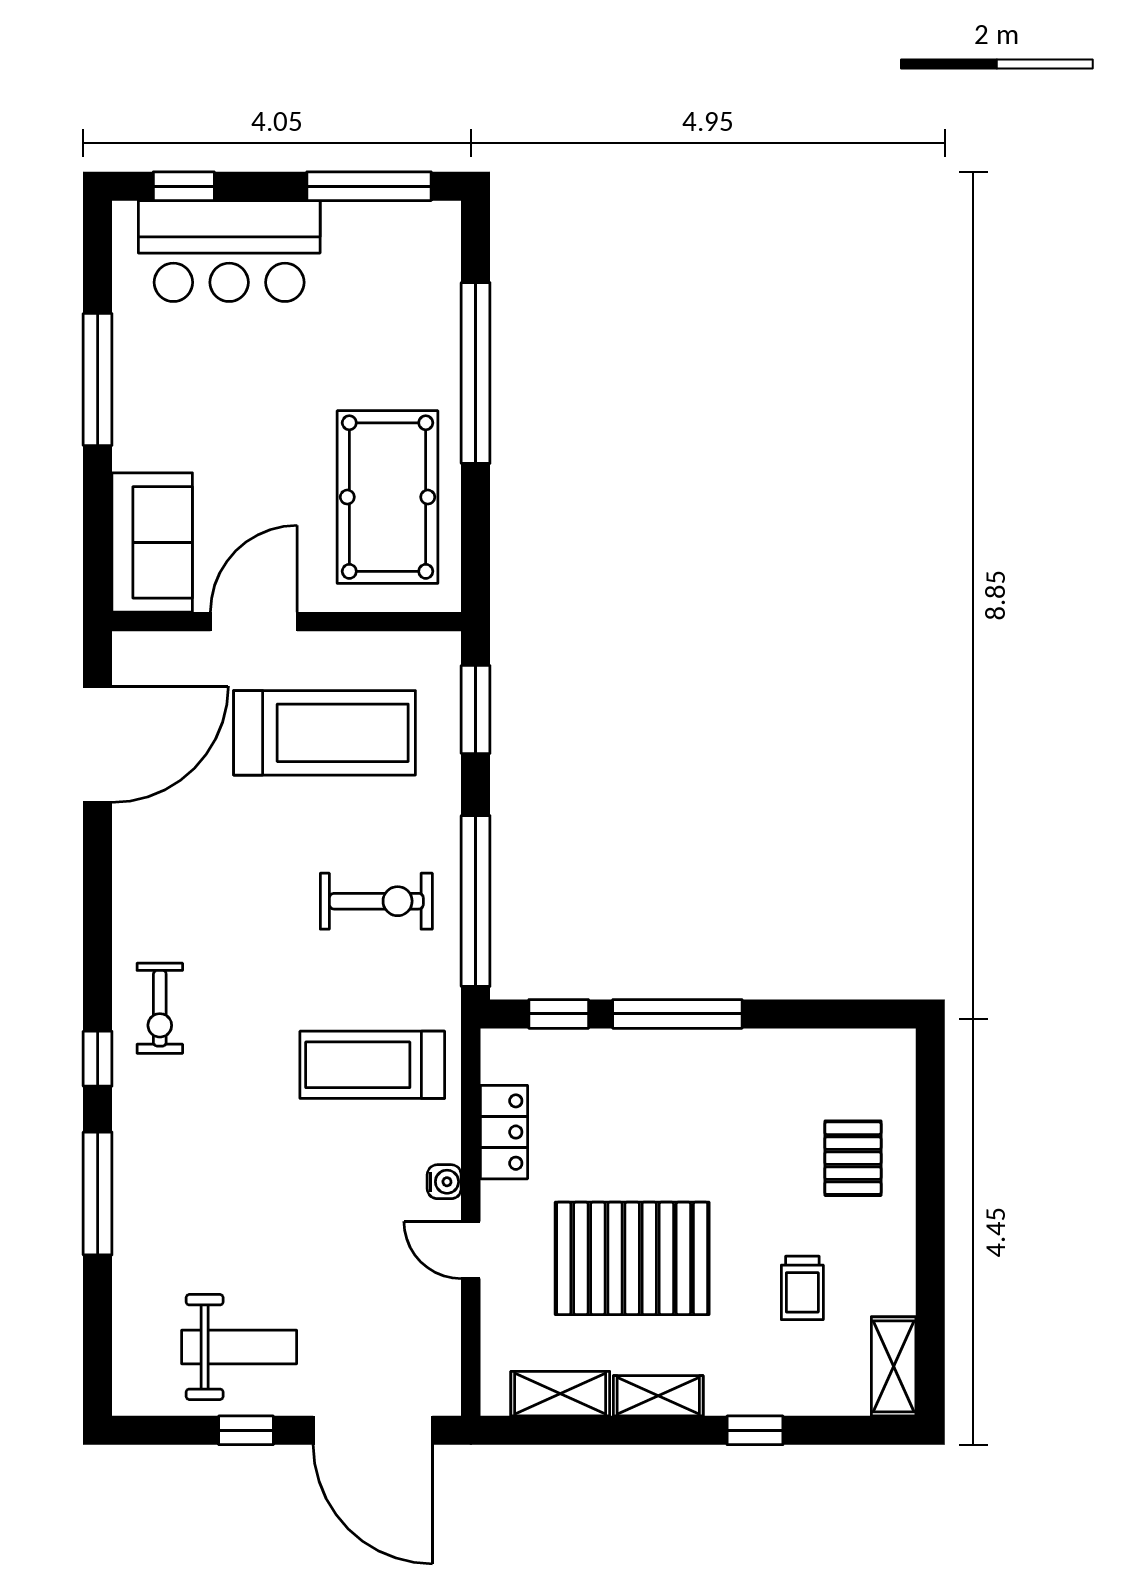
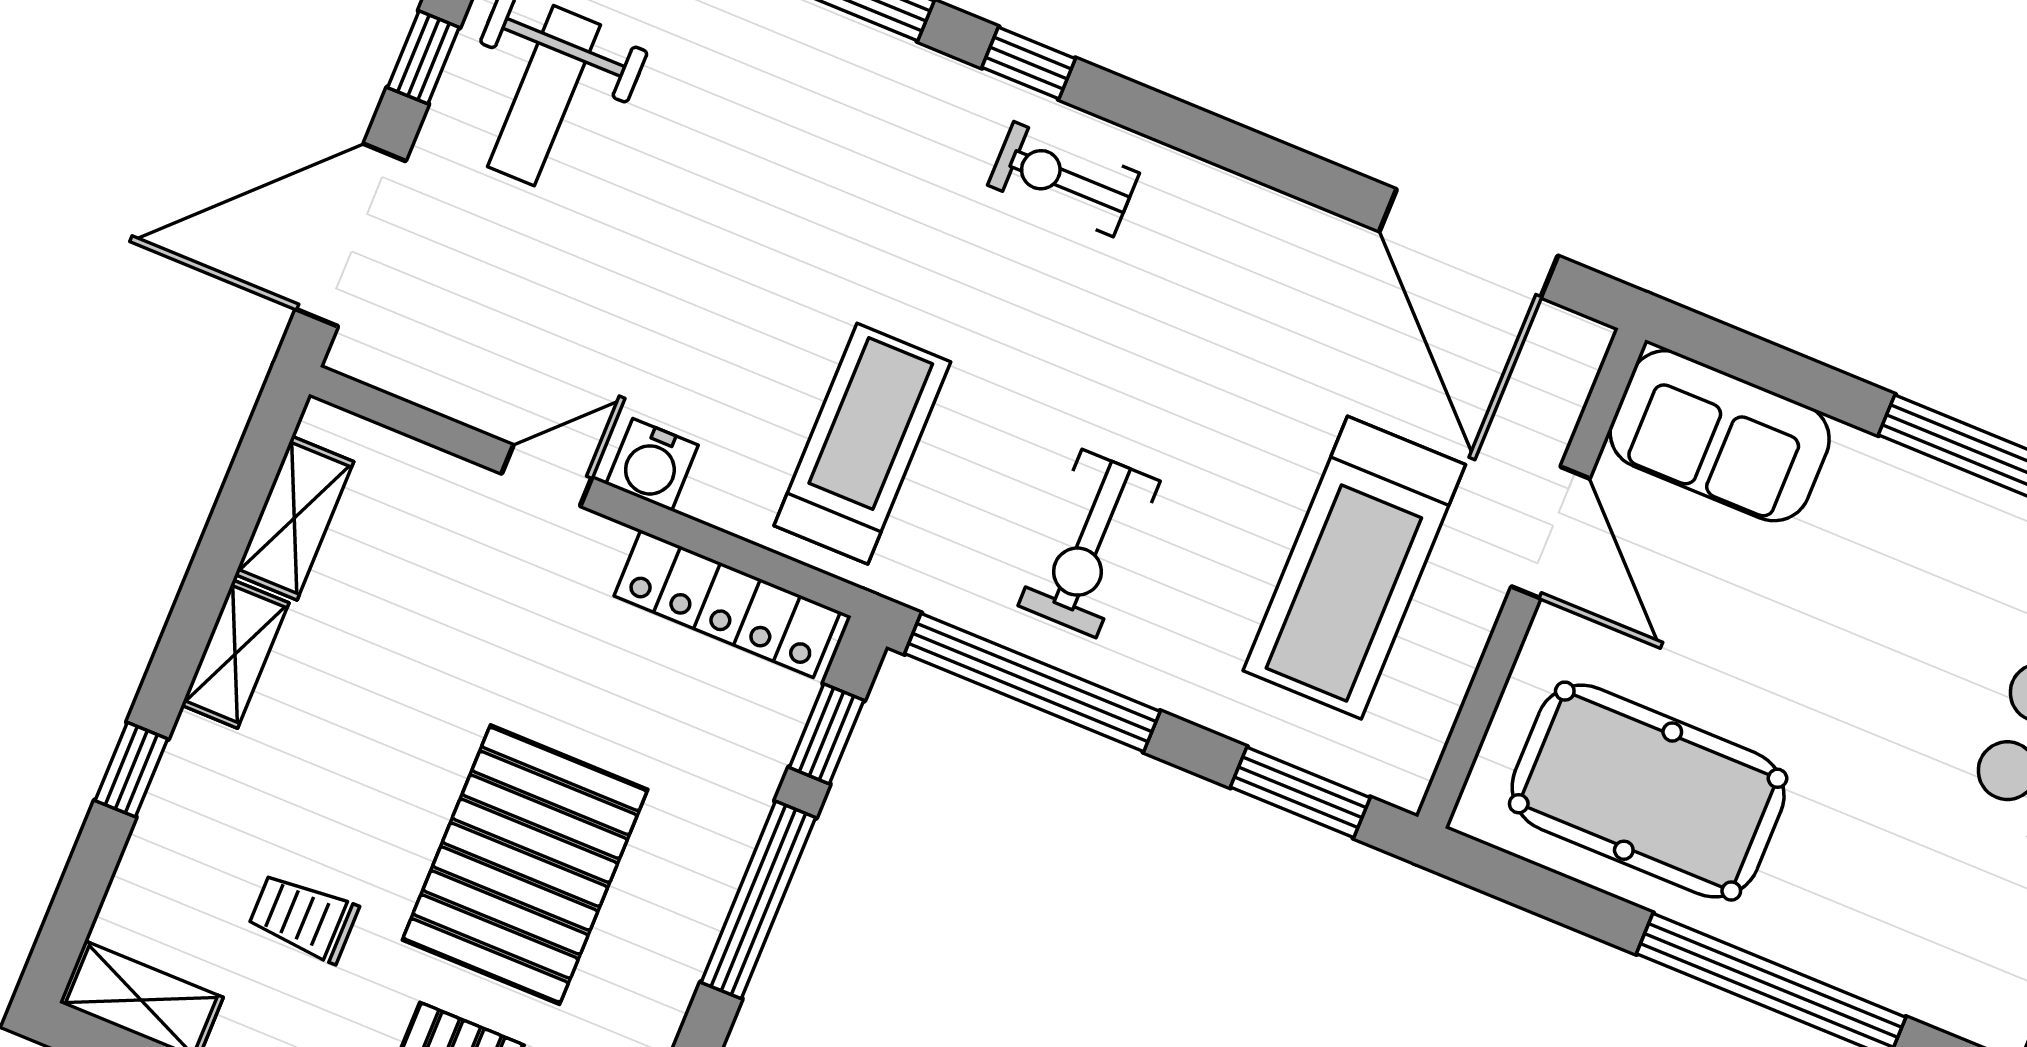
locker: (504, 1132) -> (727, 604), width x1.53
water cooler: (444, 1182) -> (652, 465), width x1.38, depth x1.38
pallet: (632, 1258) -> (525, 865), moved

